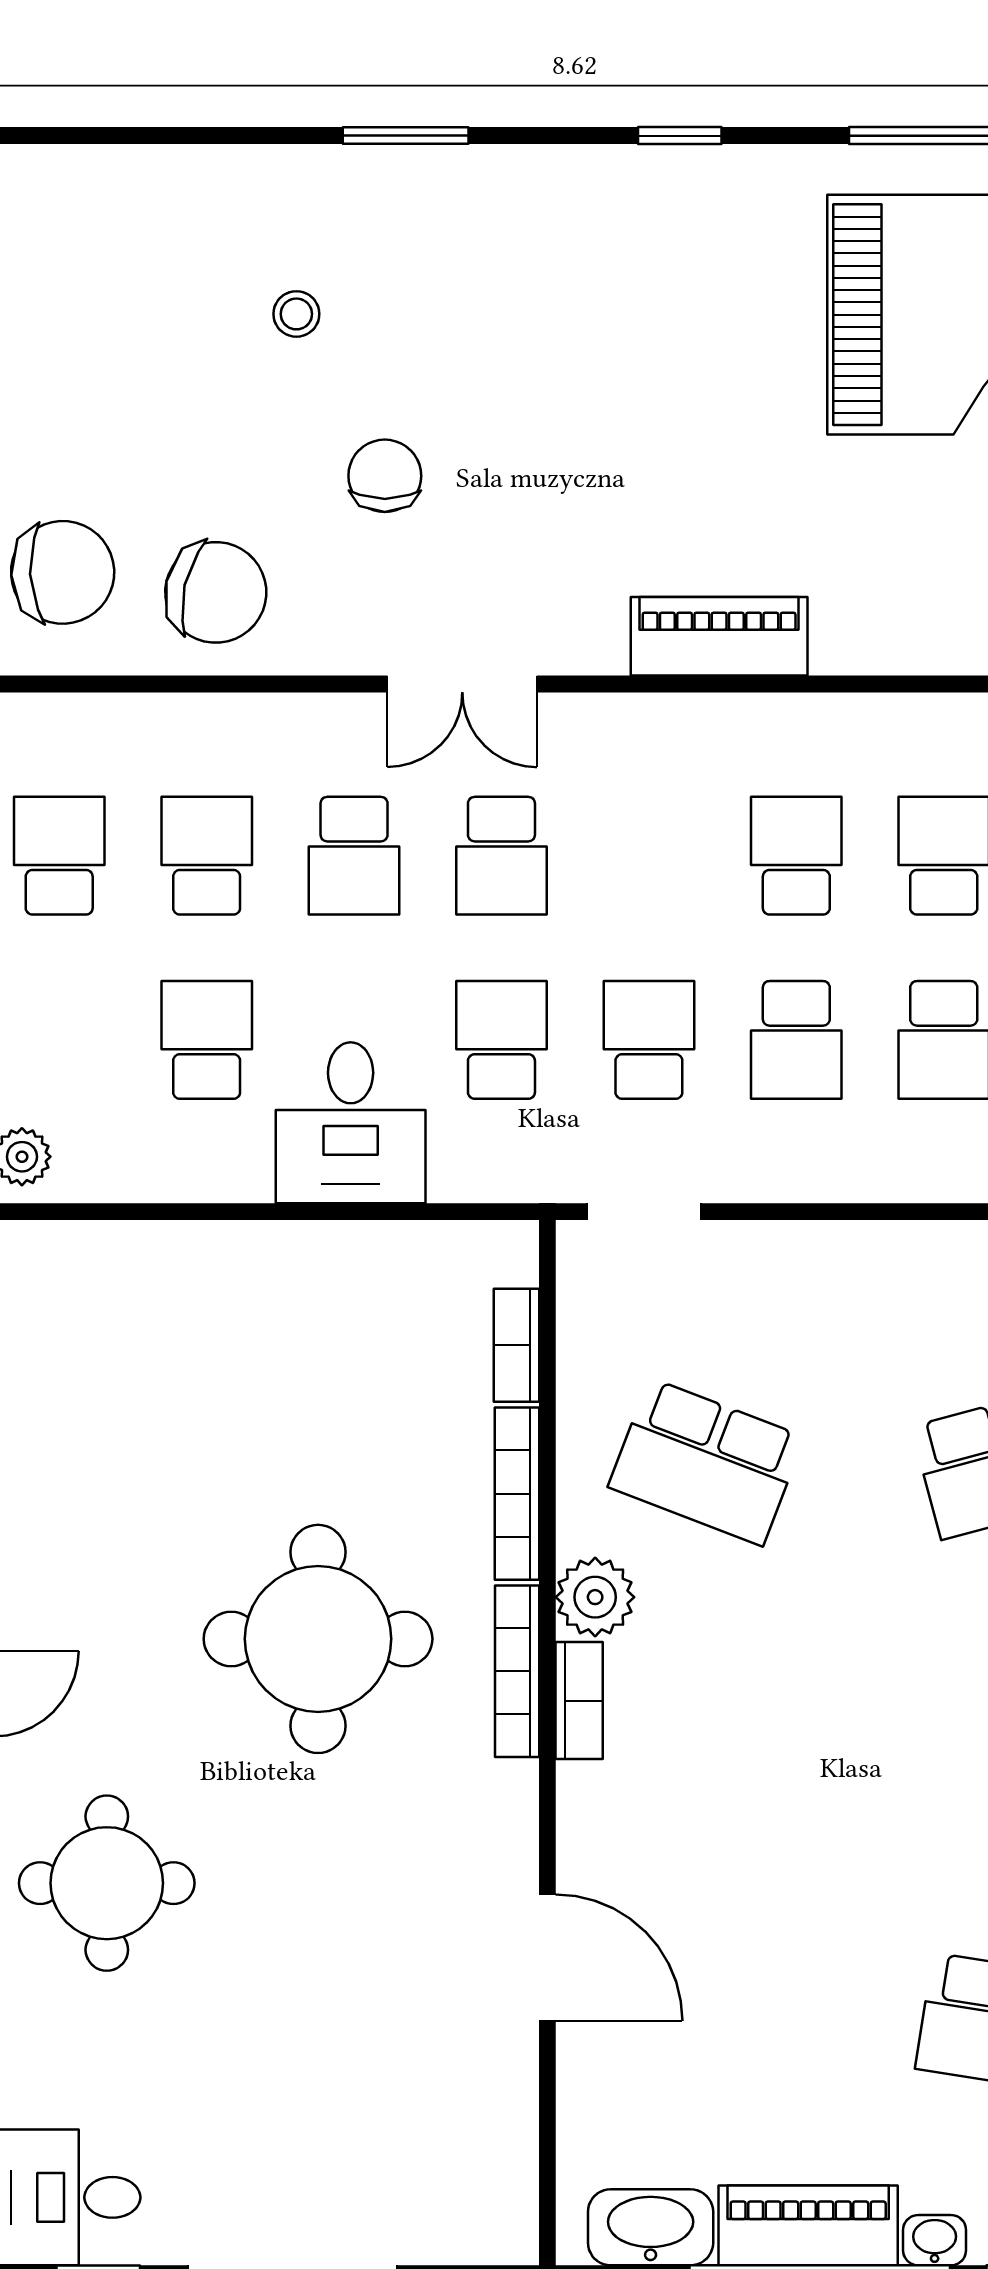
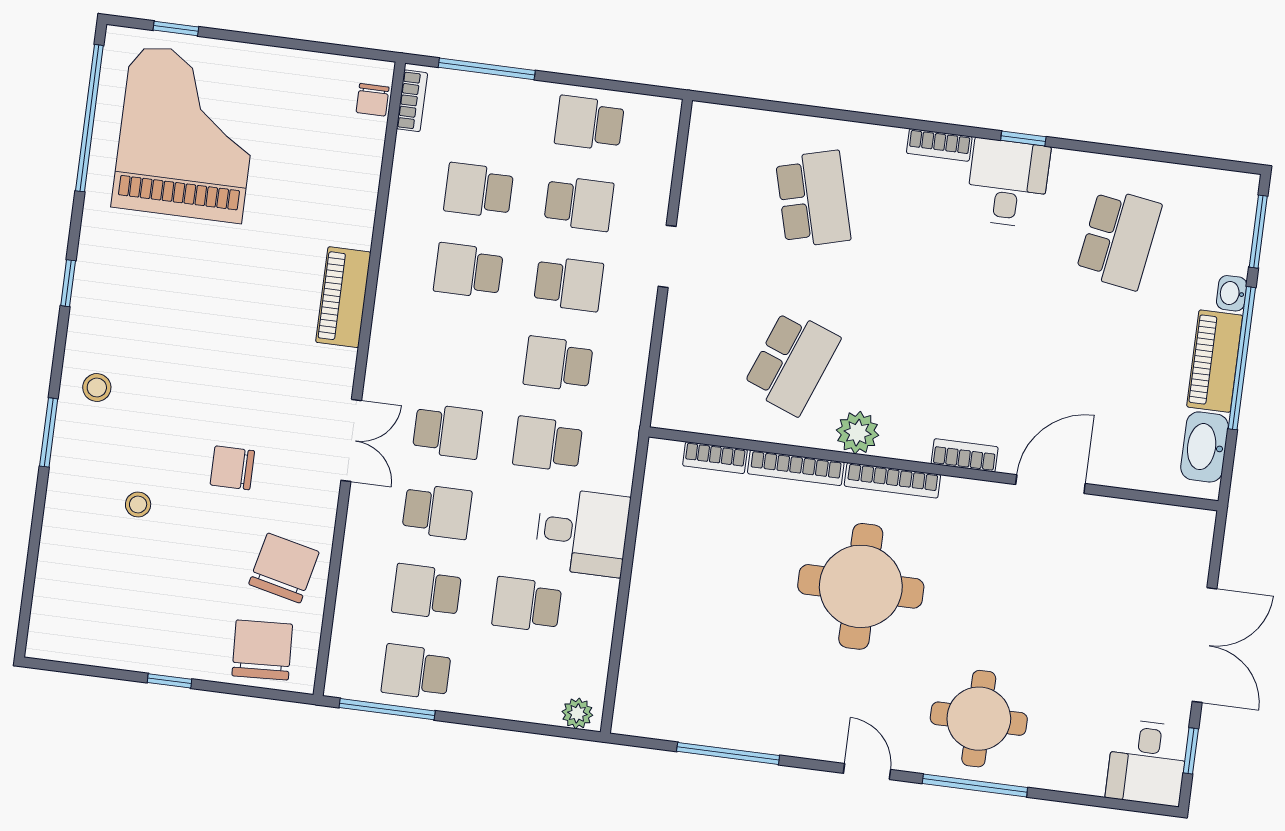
stool: (498, 212) -> (97, 388), added
doorway: (644, 1212) -> (667, 256), moved
bookcase: (579, 1701) -> (965, 455), moved

